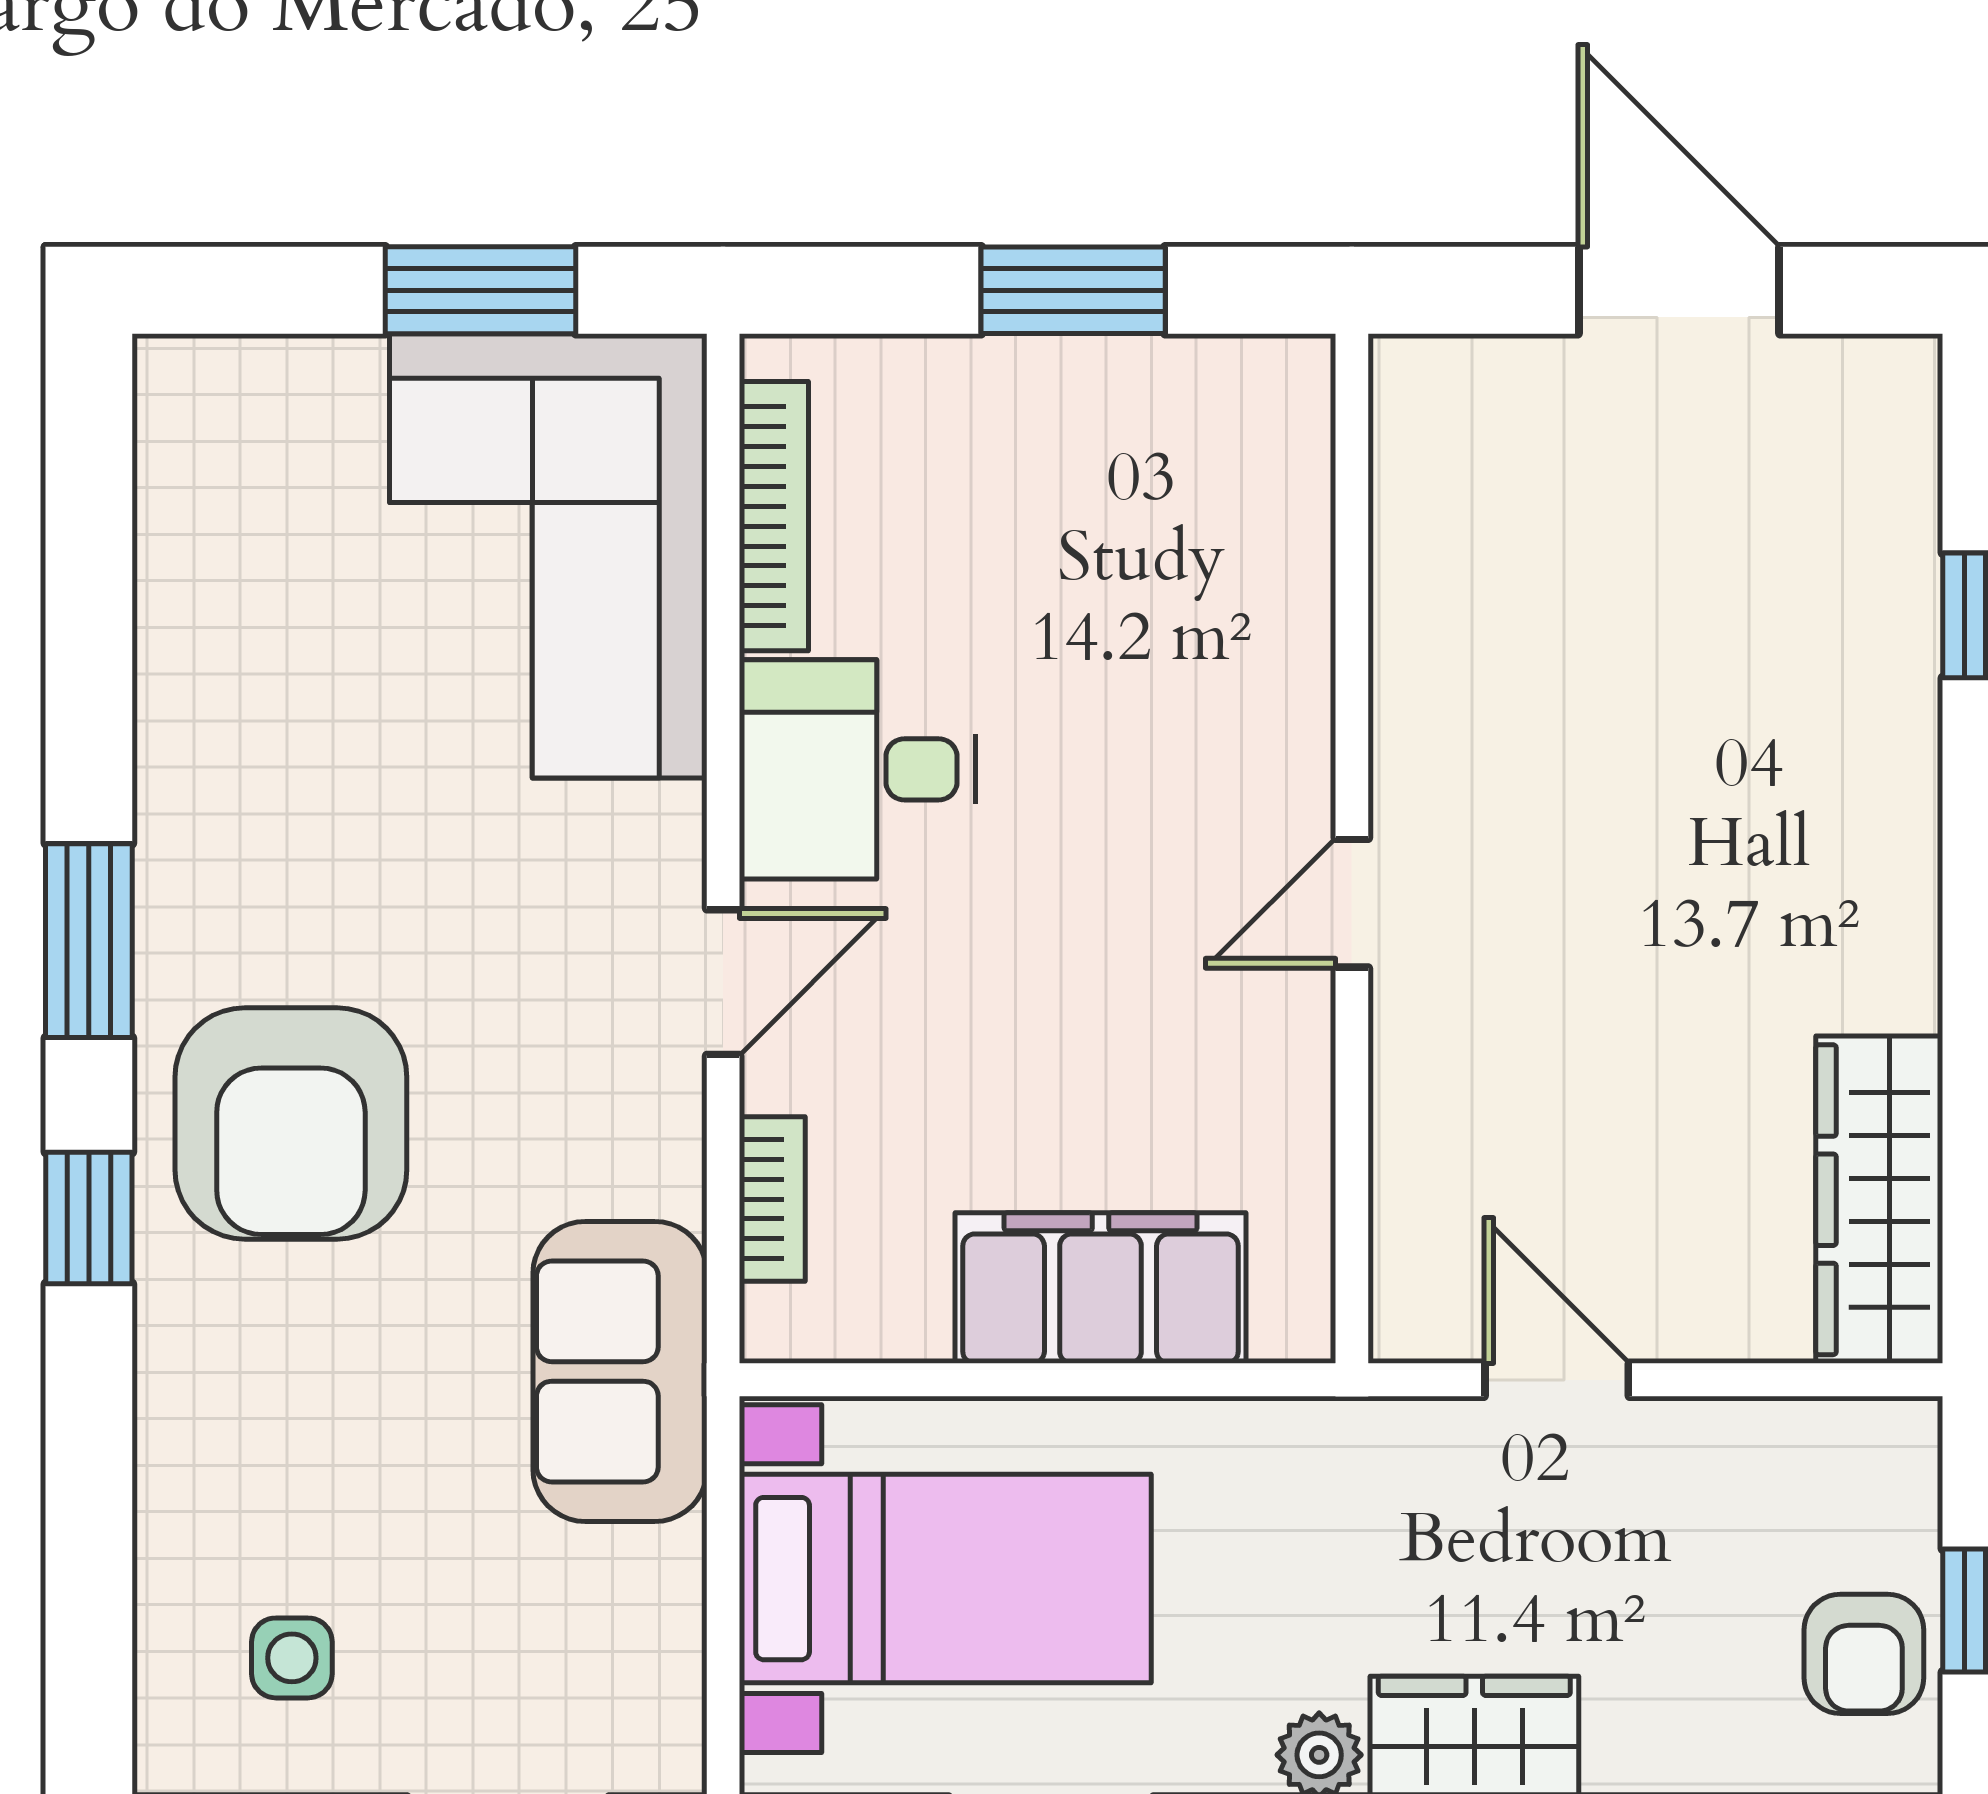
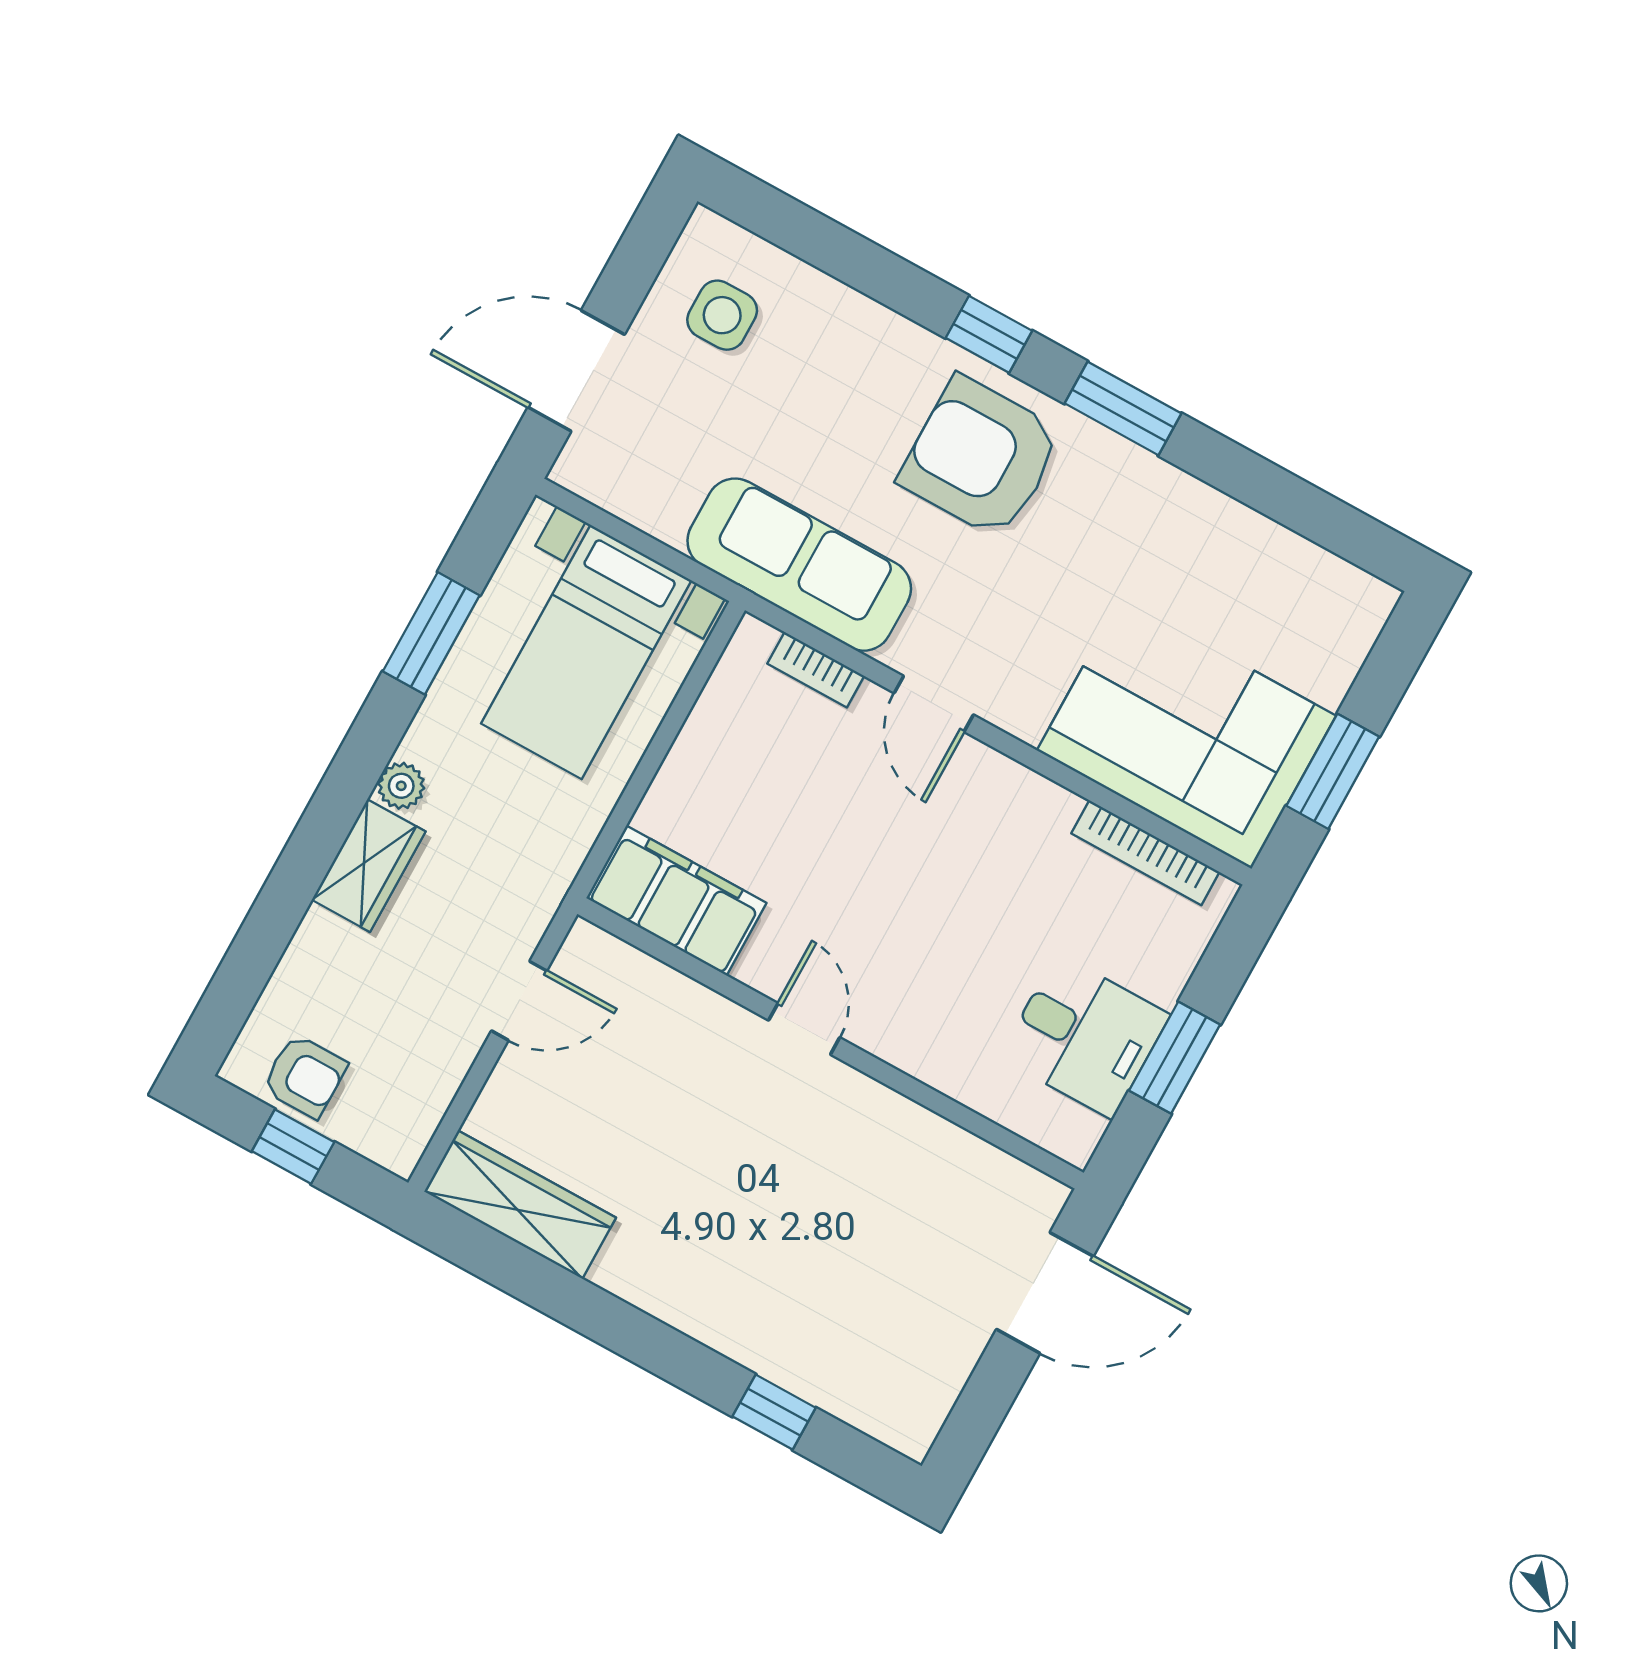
door: (1679, 290) -> (1045, 1293), moved
desk: (858, 769) -> (1085, 1036), moved, turned 90
filing cabinet: (1101, 1288) -> (676, 900), moved, turned -90
sofa: (620, 1371) -> (799, 565), width x1.36
armchair: (1864, 1654) -> (305, 1076), turned 180
side table: (292, 1658) -> (722, 315), width x1.37, depth x1.37

